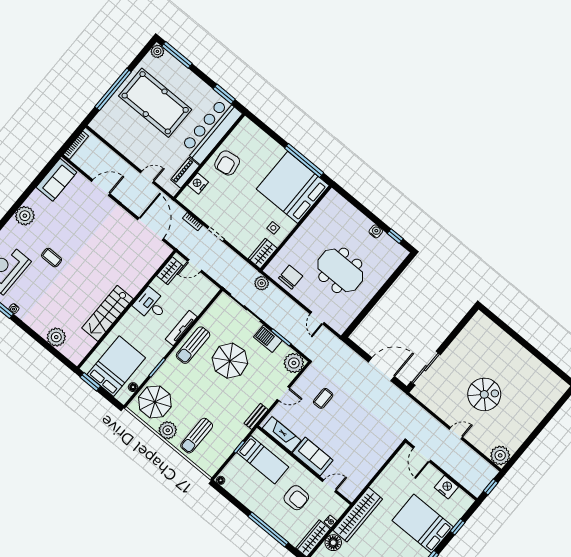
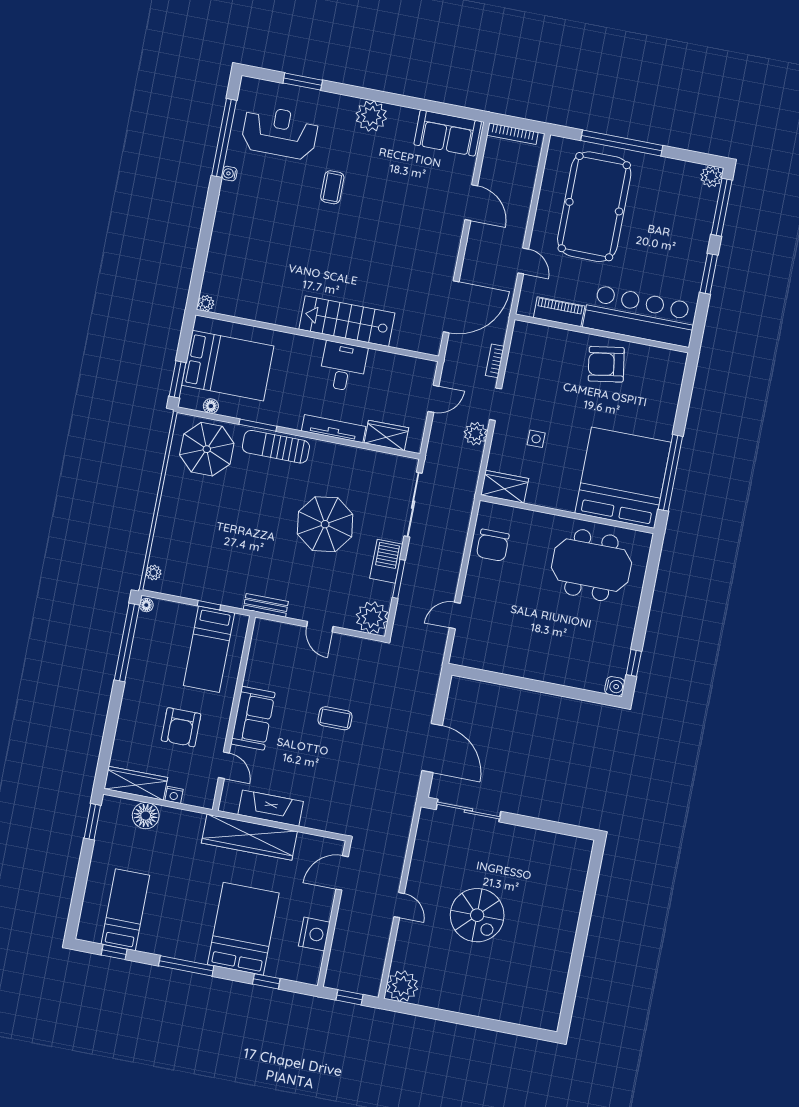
window: (224, 94) -> (709, 274), moved
pool table: (155, 103) -> (594, 207), moved
nightstand: (198, 184) -> (554, 339), removed
side table: (273, 228) -> (536, 439), moved
water cooler: (376, 231) -> (615, 686), moved
door: (195, 266) -> (433, 399), swing flipped
meeting table: (340, 270) -> (591, 565), moved, turned 90
wardrobe: (170, 271) -> (386, 435), moved, turned 180
chair: (291, 277) -> (493, 545), turned 90
plant: (262, 283) -> (476, 434), moved
stairs: (108, 313) -> (347, 321), moved
plant: (56, 337) -> (206, 303), moved, width x0.53, depth x0.53
sun lounger: (193, 345) -> (276, 447), moved
window: (90, 382) -> (178, 379), moved
coffee table: (323, 398) -> (335, 718), moved
plant: (168, 430) -> (154, 573), moved, width x0.53, depth x0.53
fireplace: (282, 434) -> (271, 808), moved, turned -90
sun lounger: (197, 436) -> (191, 536), removed
wardrobe: (358, 515) -> (249, 837), moved
window: (268, 529) -> (127, 642), moved

